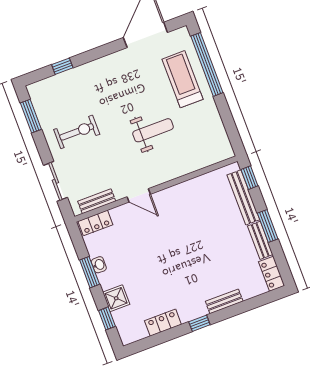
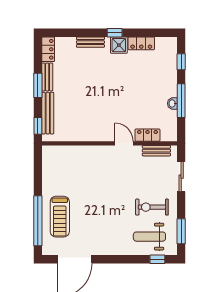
window: (62, 66) -> (157, 259), moved
weight bench: (153, 130) -> (149, 237), moved
locker: (95, 223) -> (147, 135), moved
window: (90, 272) -> (181, 101), width x1.44
shower: (116, 298) -> (119, 45), moved

